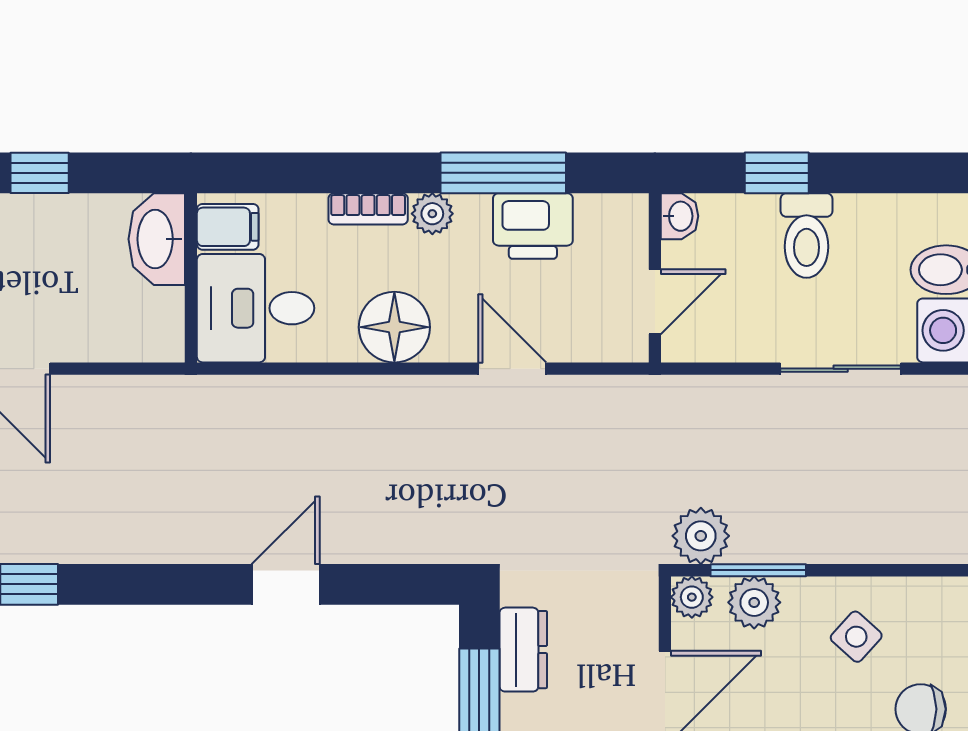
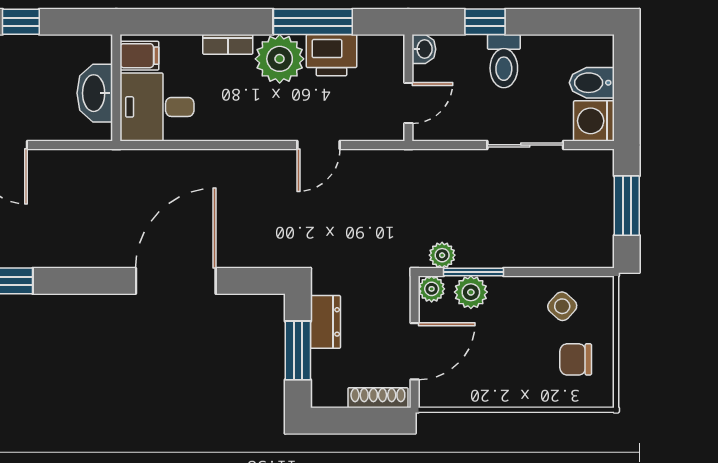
plant: (432, 214) -> (280, 59), width x1.88, depth x1.88
washbasin: (157, 239) -> (95, 93), moved
floor lamp: (394, 327) -> (244, 119), removed
door: (512, 369) -> (319, 145), swing flipped
plant: (701, 536) -> (442, 255), width x0.73, depth x0.73
door: (286, 584) -> (176, 281), width x1.88
side table: (856, 637) -> (562, 306), moved

